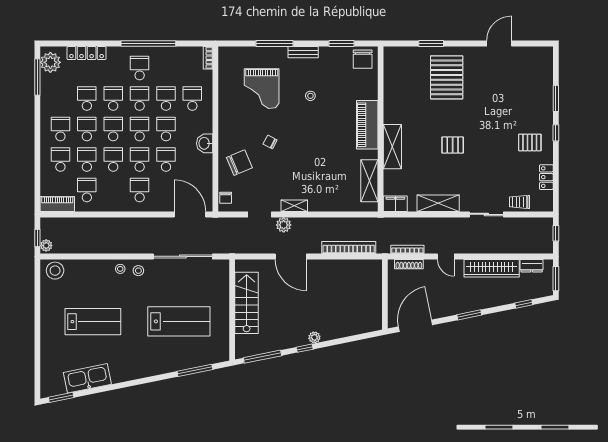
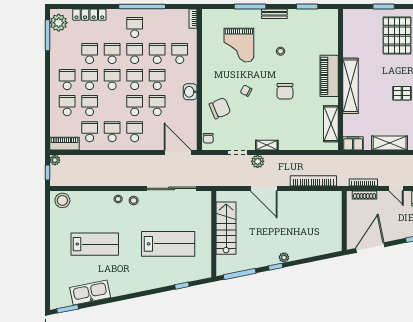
chair: (363, 59) -> (285, 91), moved
shelving: (392, 147) -> (351, 86), width x1.47
school desk: (113, 160) -> (112, 132), moved
plant: (46, 245) -> (55, 160), moved
window: (195, 370) -> (182, 286), width x0.46

